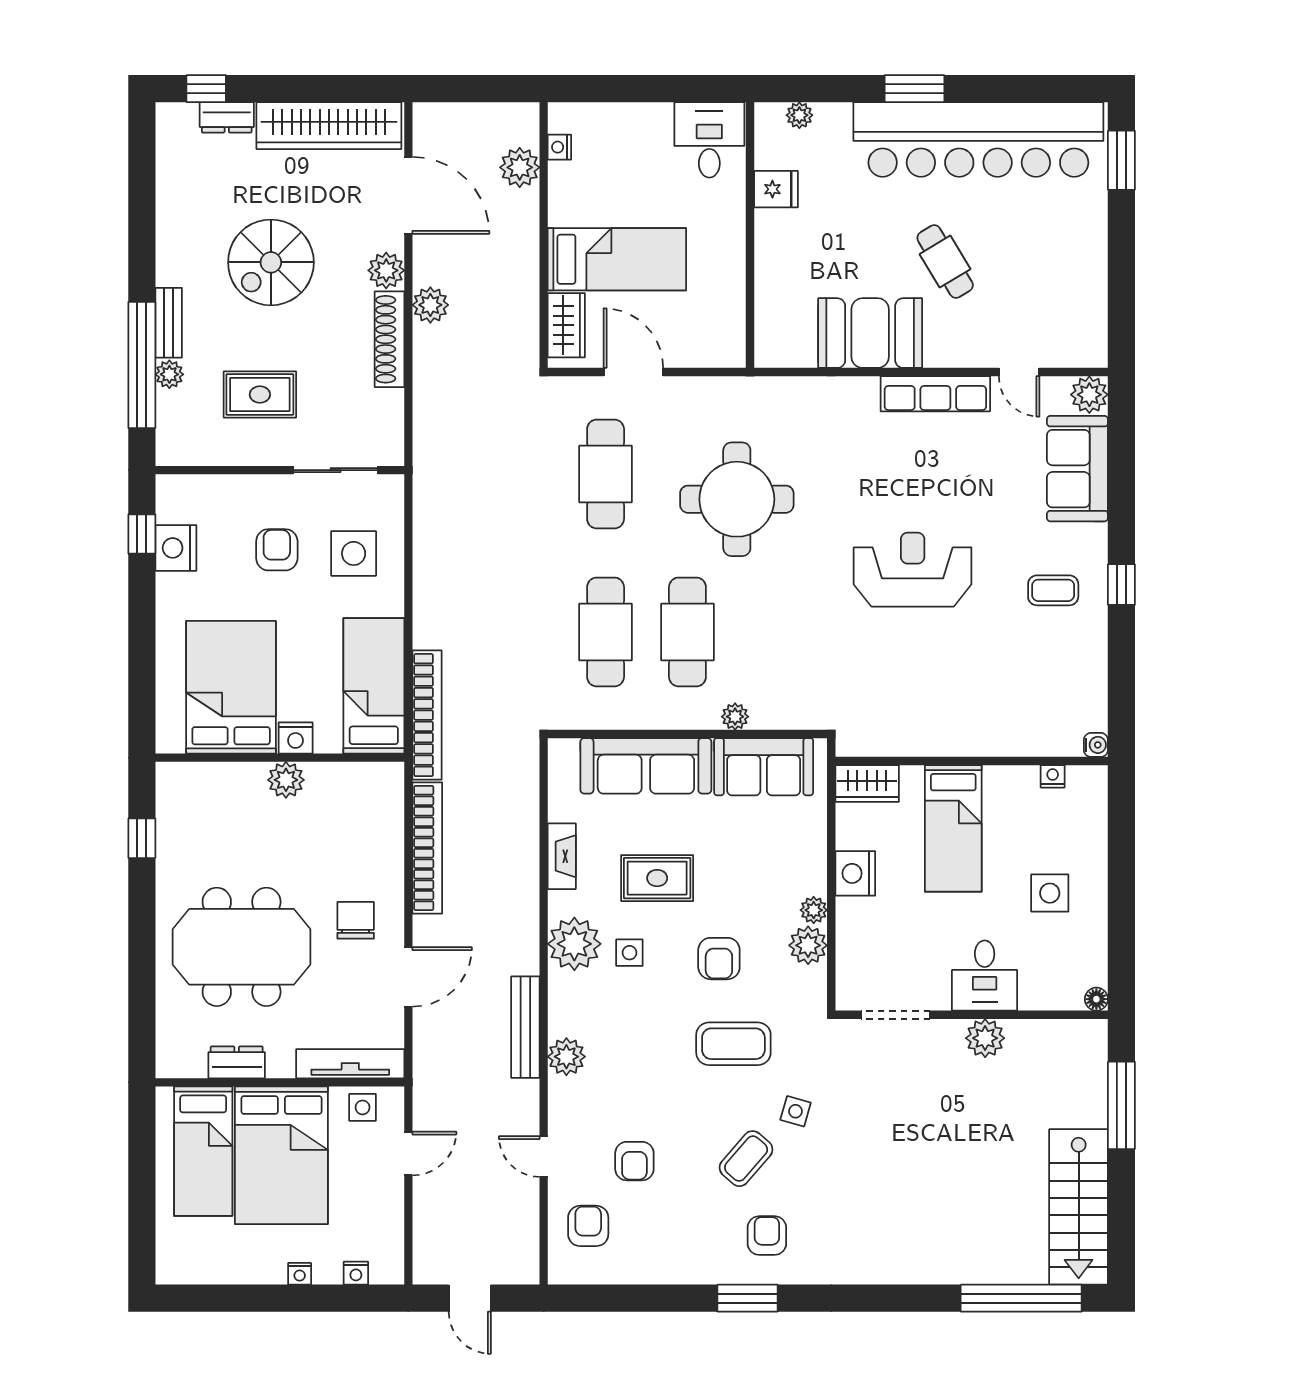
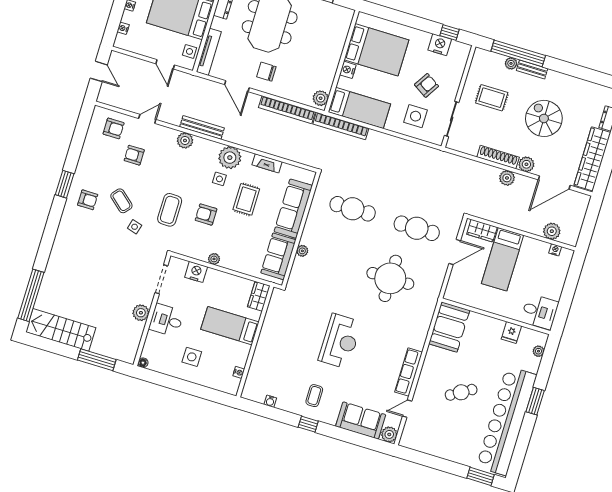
booth: (870, 333) -> (449, 327), moved
rug: (260, 395) -> (492, 98), turned 90
armchair: (277, 550) -> (426, 85), turned -58
cafe table: (687, 632) -> (342, 242), removed
water cooler: (1096, 745) -> (270, 401), moved
plant: (286, 780) -> (321, 98), moved
nightstand: (855, 873) -> (196, 272), moved
chair: (356, 920) -> (266, 72), turned 180
plant: (808, 945) -> (200, 252), removed
door: (470, 1298) -> (99, 71), swing flipped

